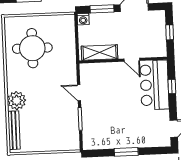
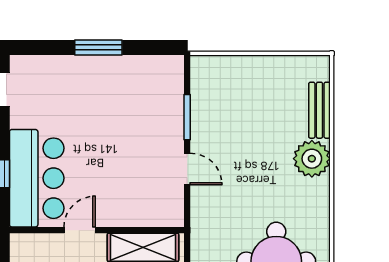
door: (132, 60) -> (80, 230), hinge flipped
bench: (14, 130) -> (319, 110), width x0.73

